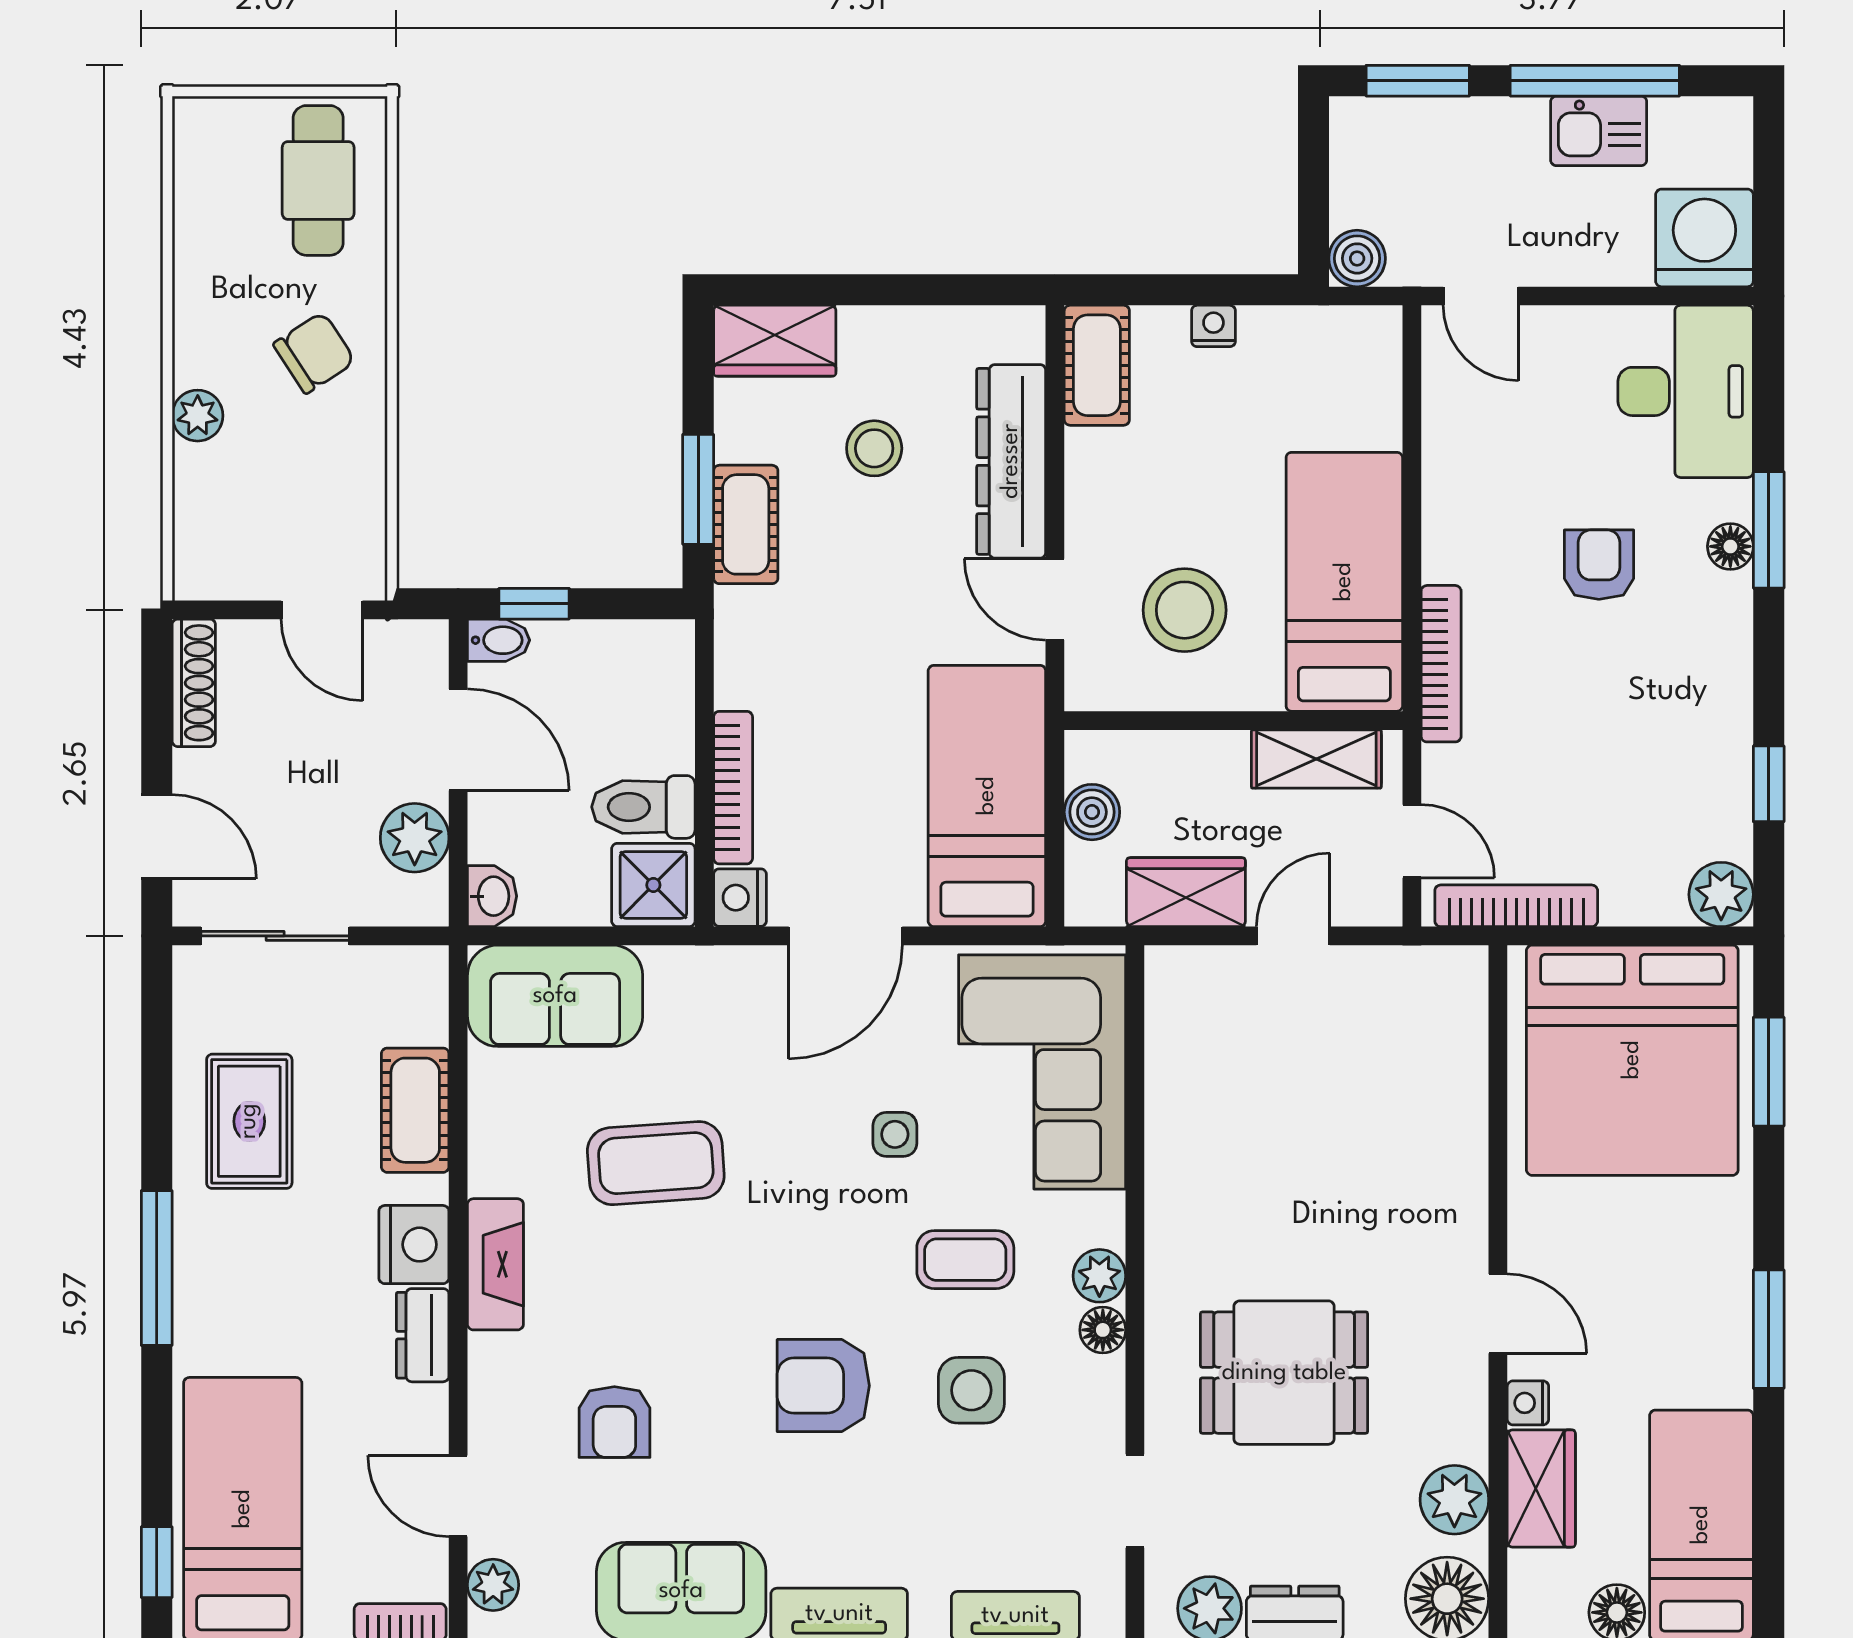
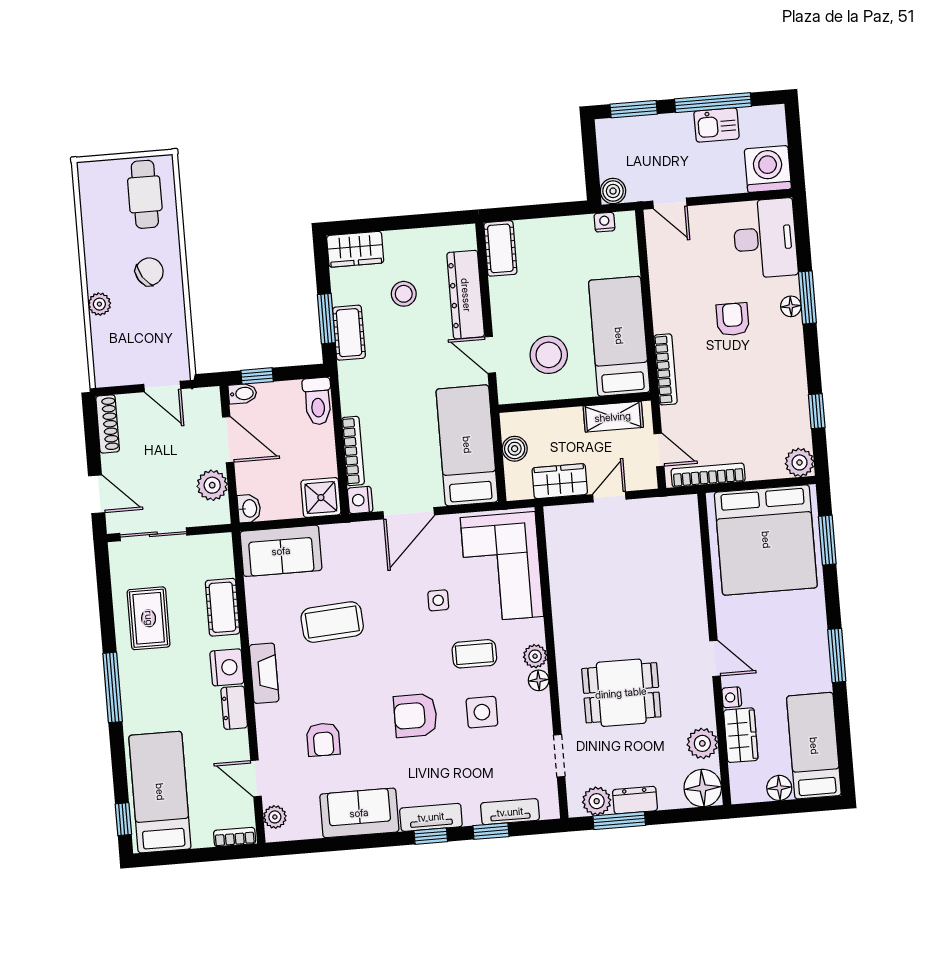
nightstand: (1213, 326) -> (604, 222), moved
toilet: (643, 807) -> (318, 401), moved, turned -90

